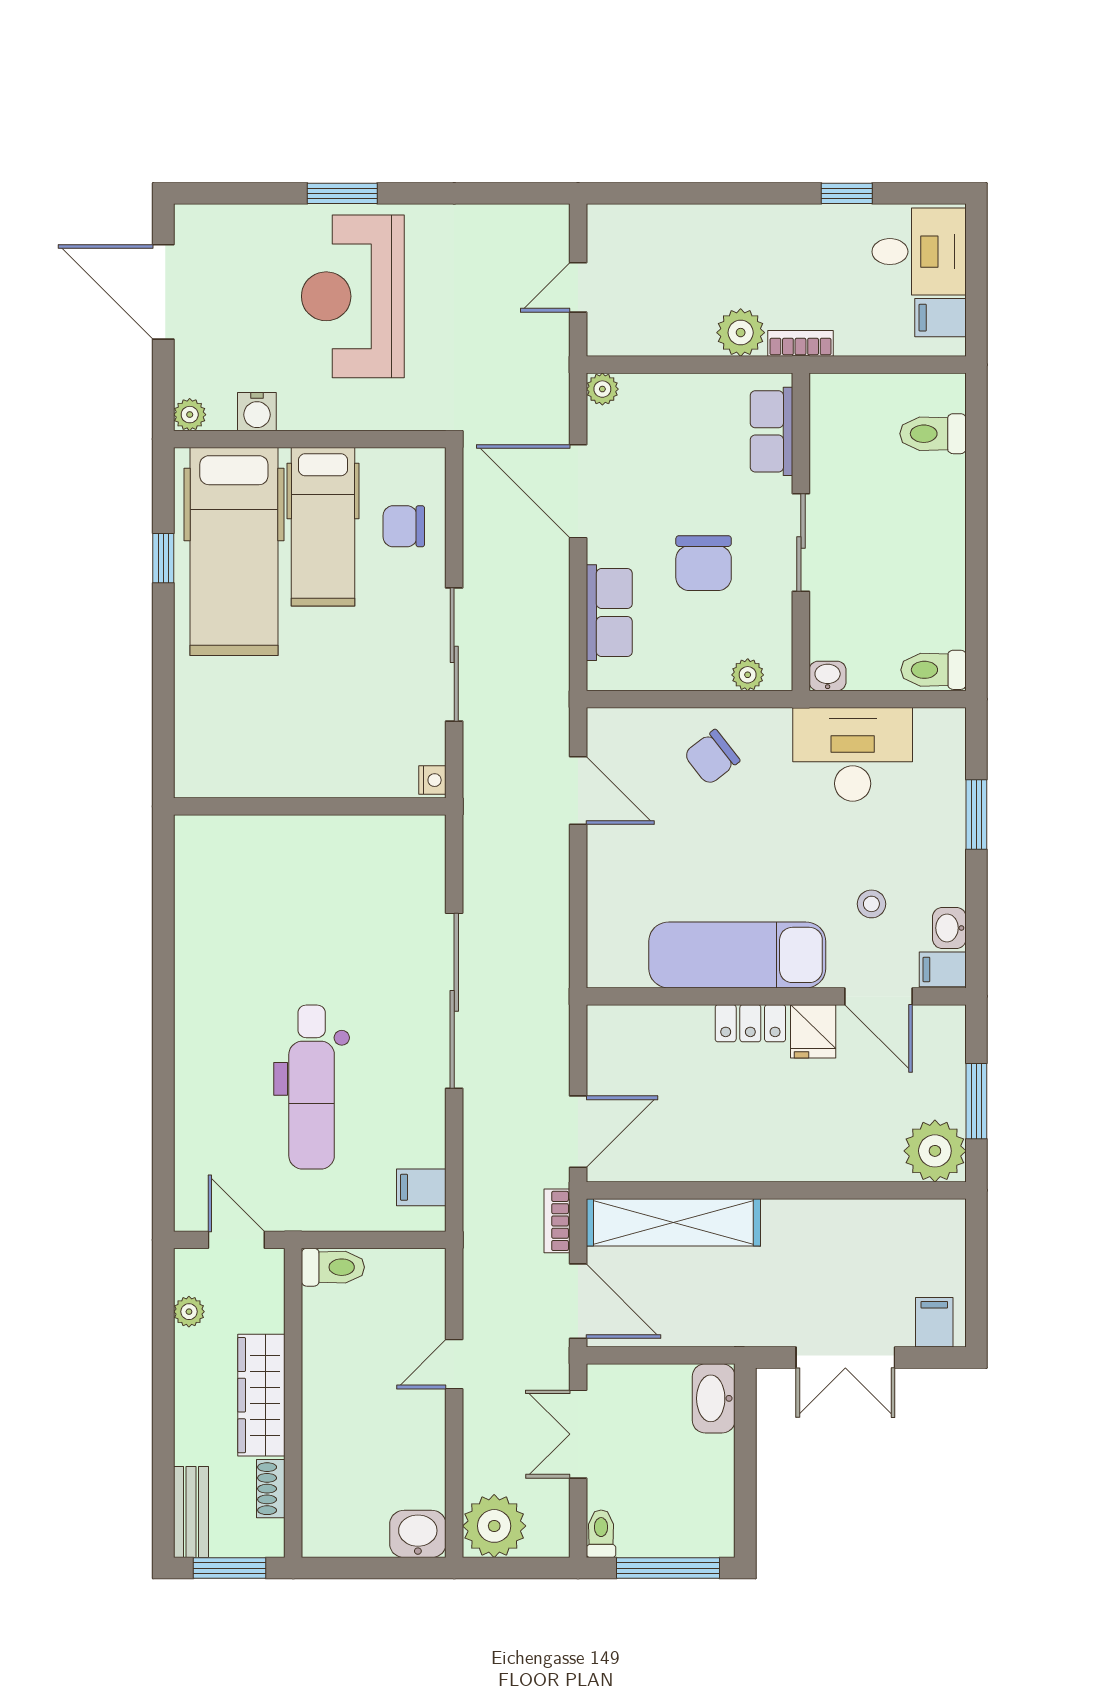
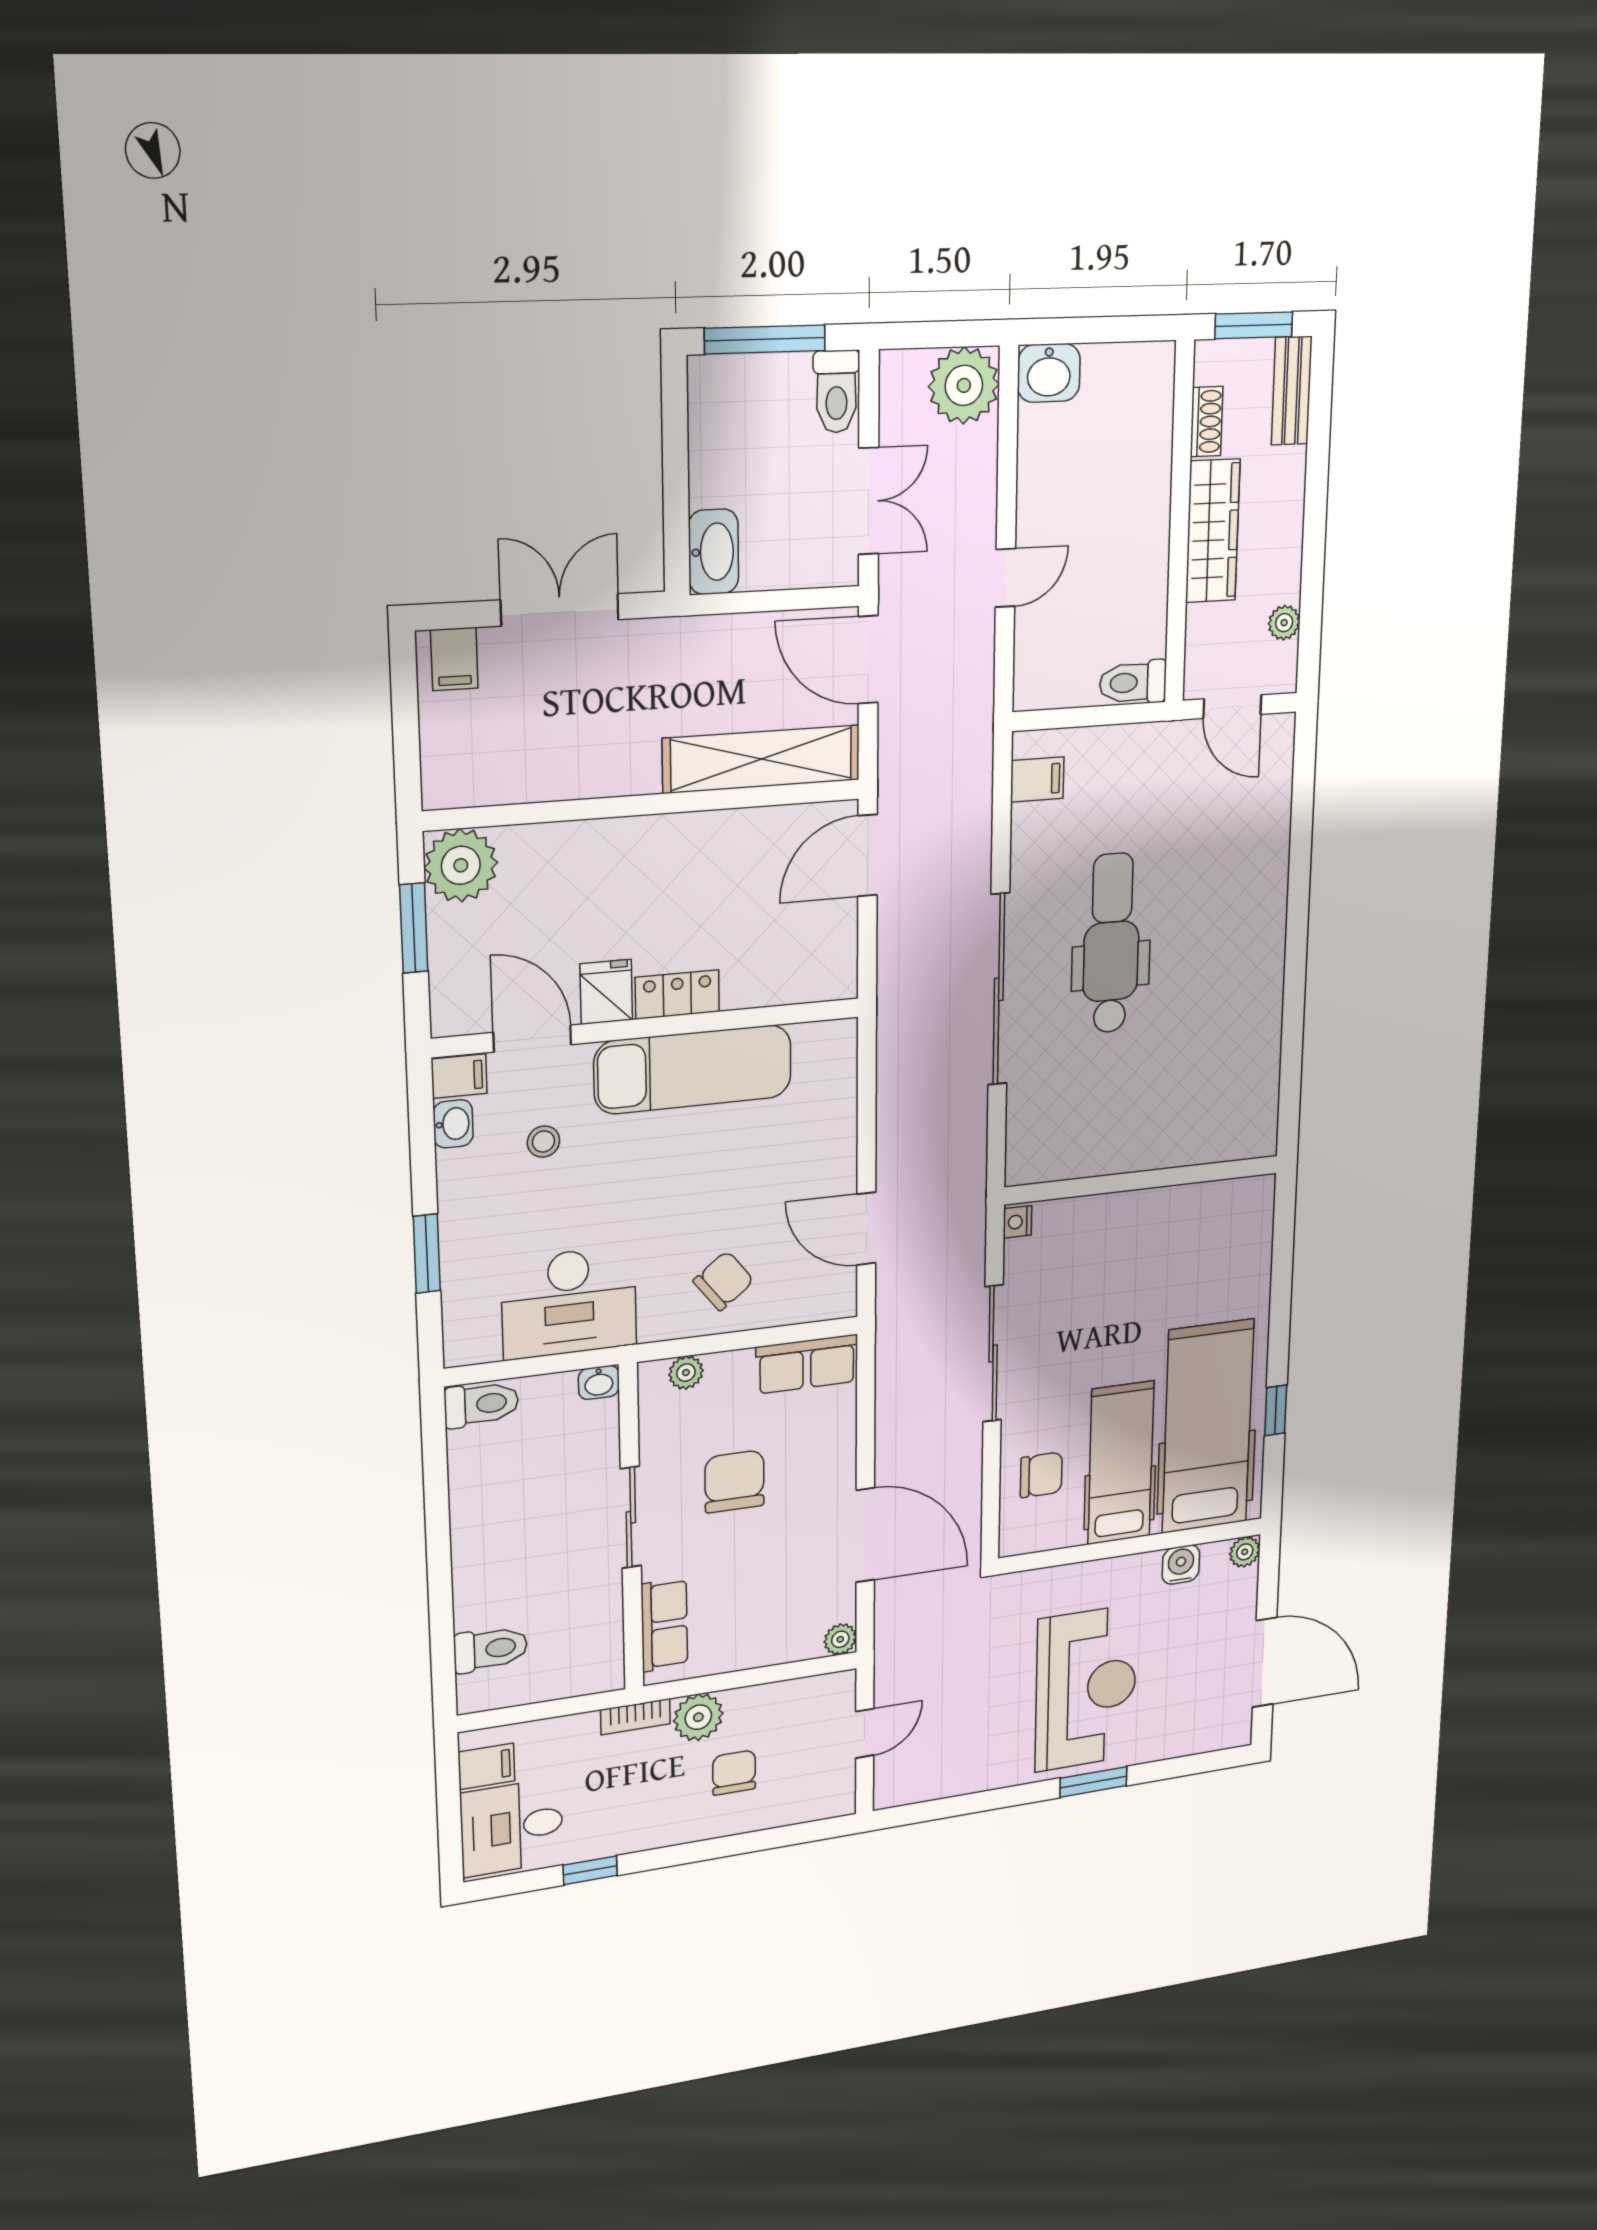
chair: (707, 269) -> (734, 1773), added
row of seats: (609, 613) -> (807, 1364), moved, turned -90
dental chair: (312, 1087) -> (1111, 943), moved
bookcase: (557, 1221) -> (891, 752), removed
toilet: (601, 1534) -> (836, 392), width x1.37, depth x1.39

